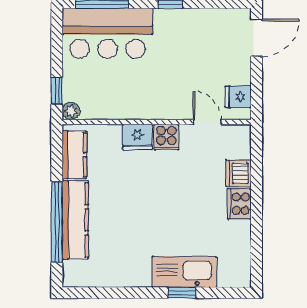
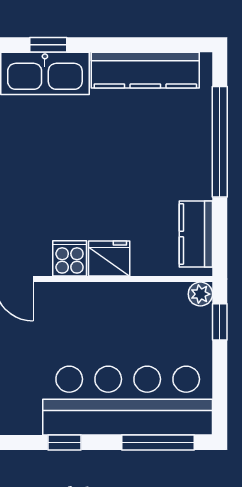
bar counter: (107, 33) -> (128, 401), width x1.36
kitchen counter: (75, 220) -> (145, 70), moved, turned -90

